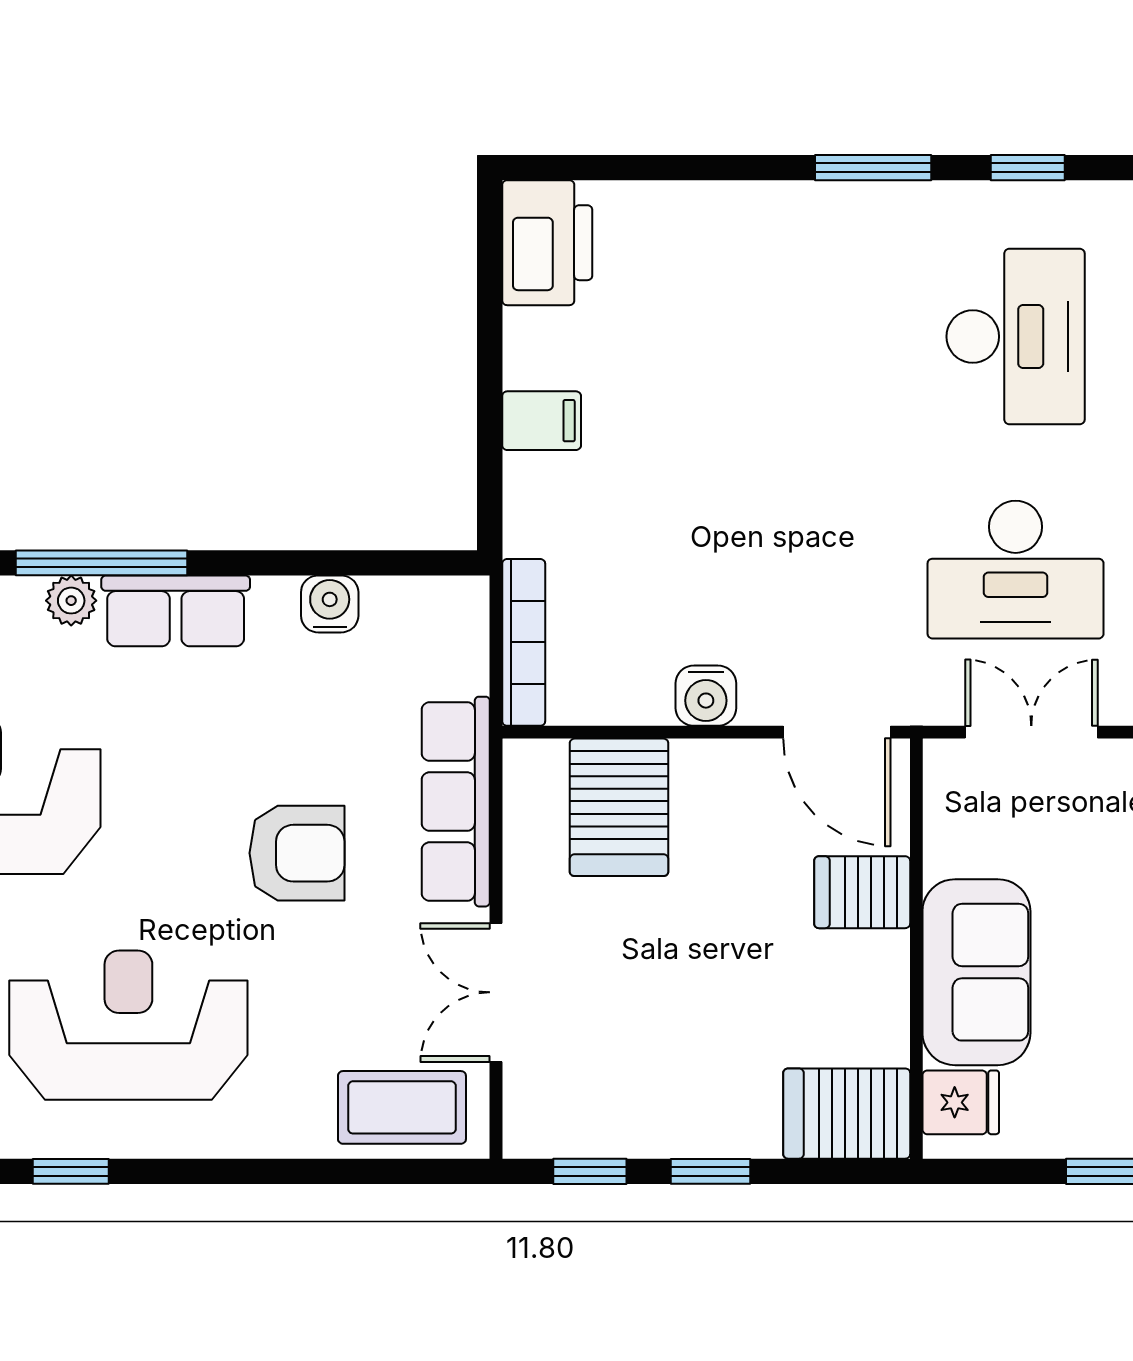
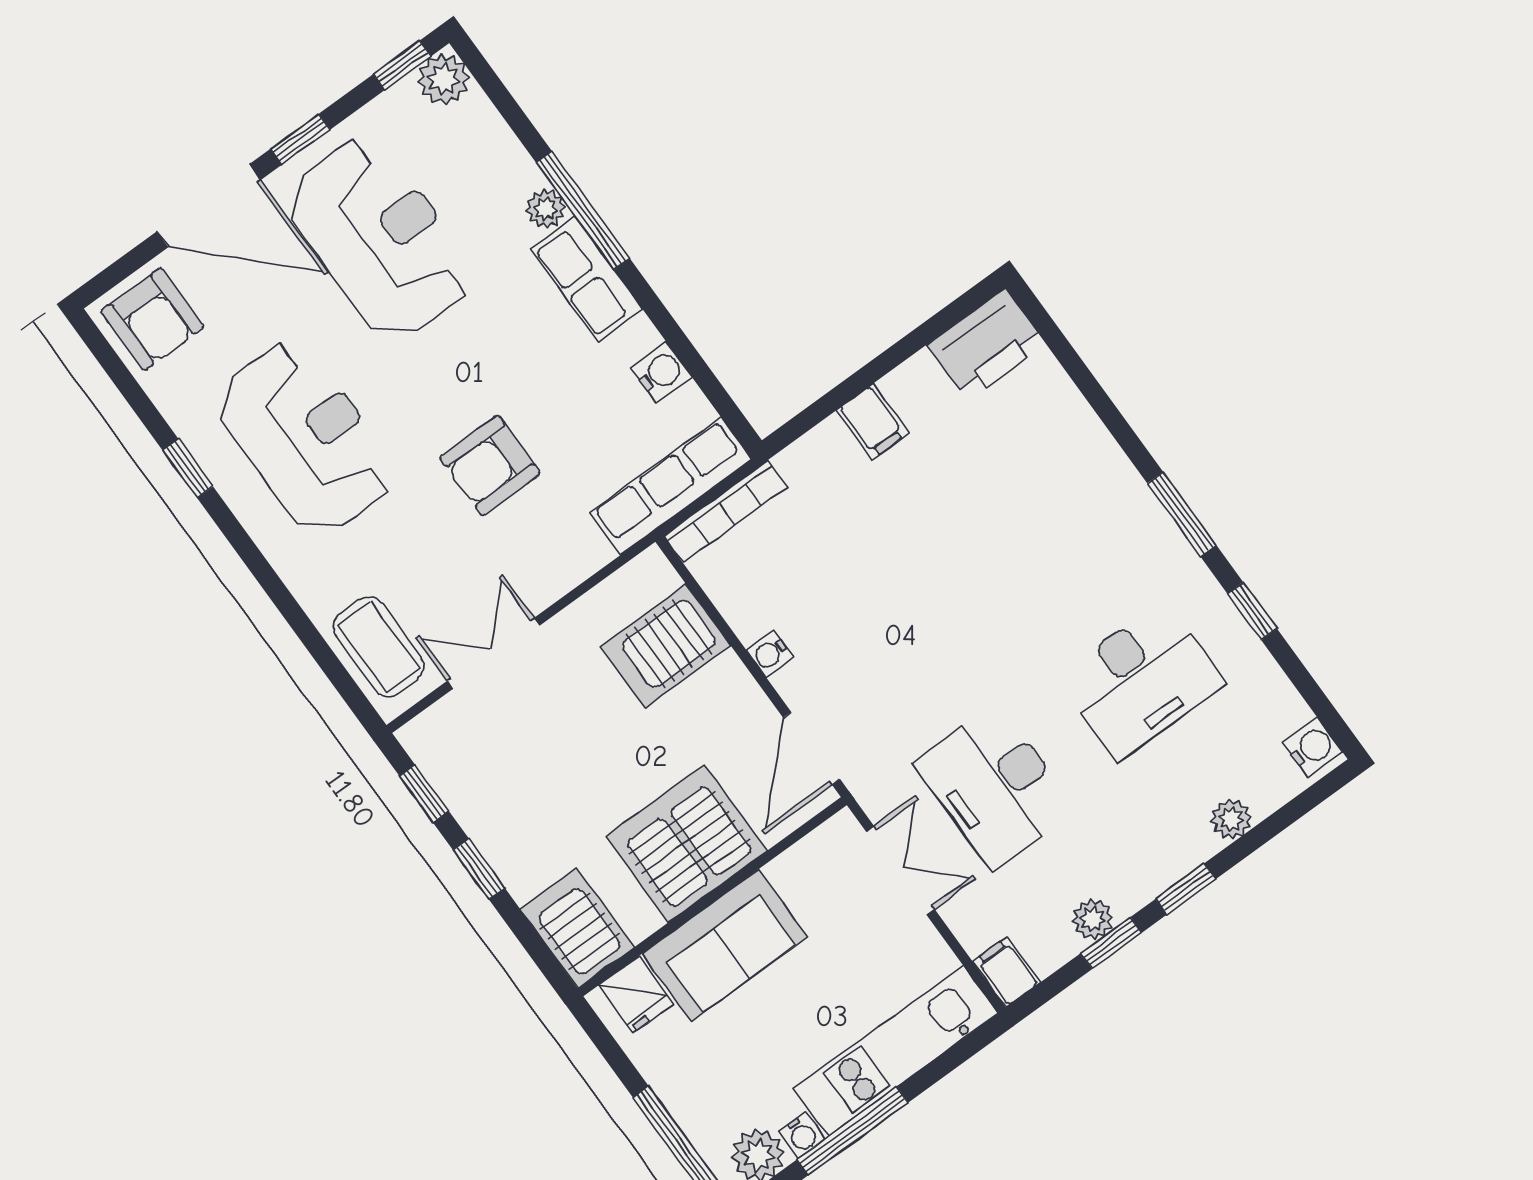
water cooler: (706, 696) -> (770, 654), width x0.72, depth x0.72
row of seats: (456, 802) -> (671, 486), moved
armchair: (297, 853) -> (490, 465), turned 90
server rack: (862, 892) -> (687, 843), width x2.18, depth x1.44

